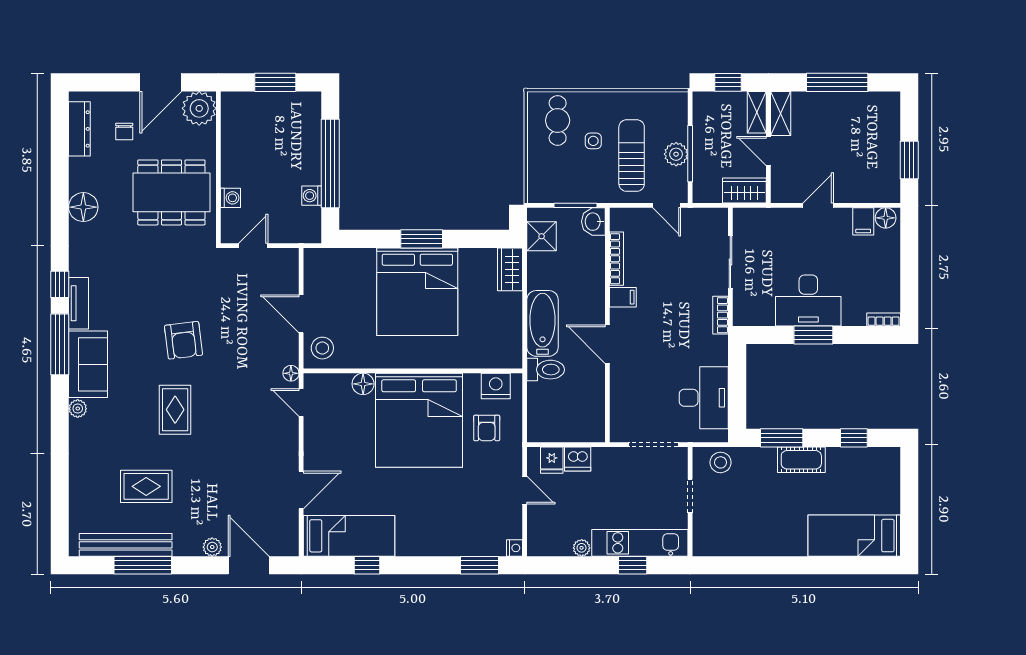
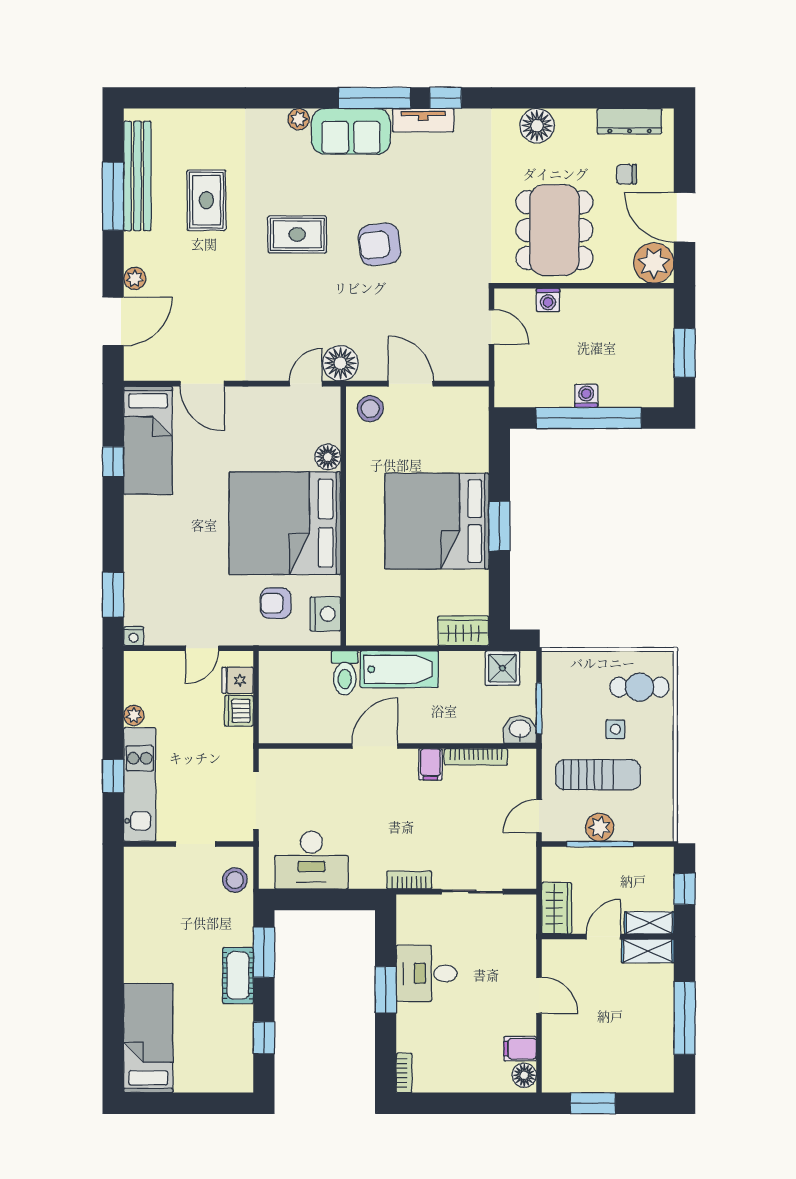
washing machine: (312, 196) -> (586, 396), moved
desk: (808, 300) -> (427, 973), width x0.73
door: (301, 314) -> (411, 384), hinge flipped
floor lamp: (291, 373) -> (340, 363), width x1.89, depth x1.89

